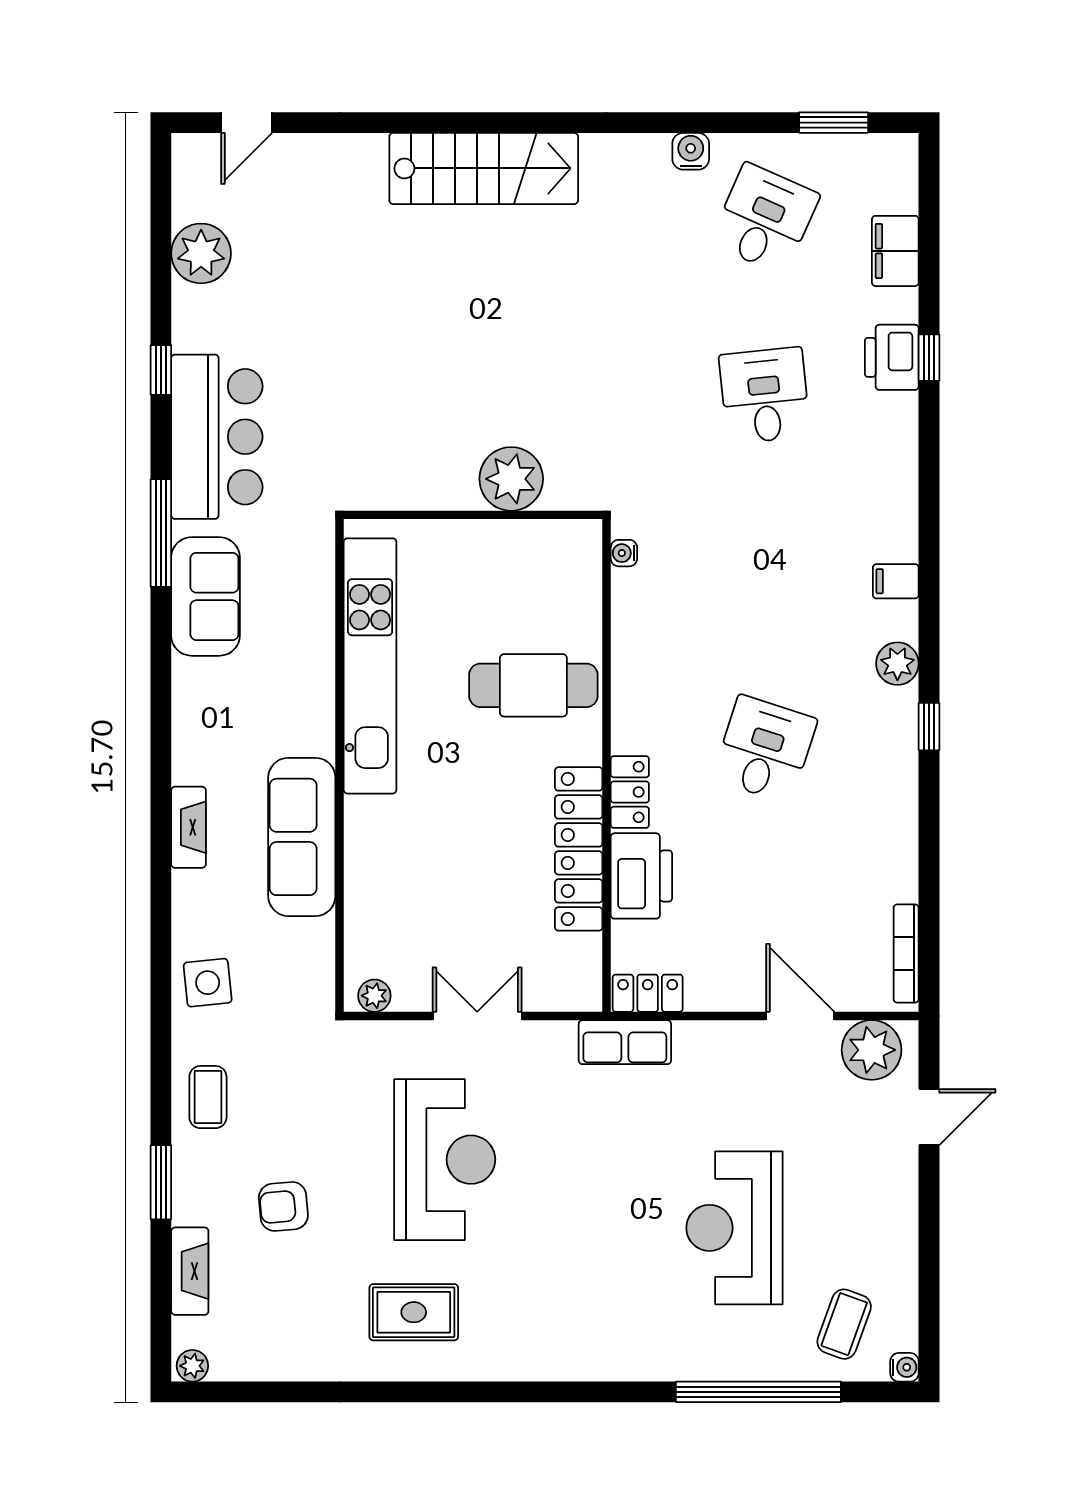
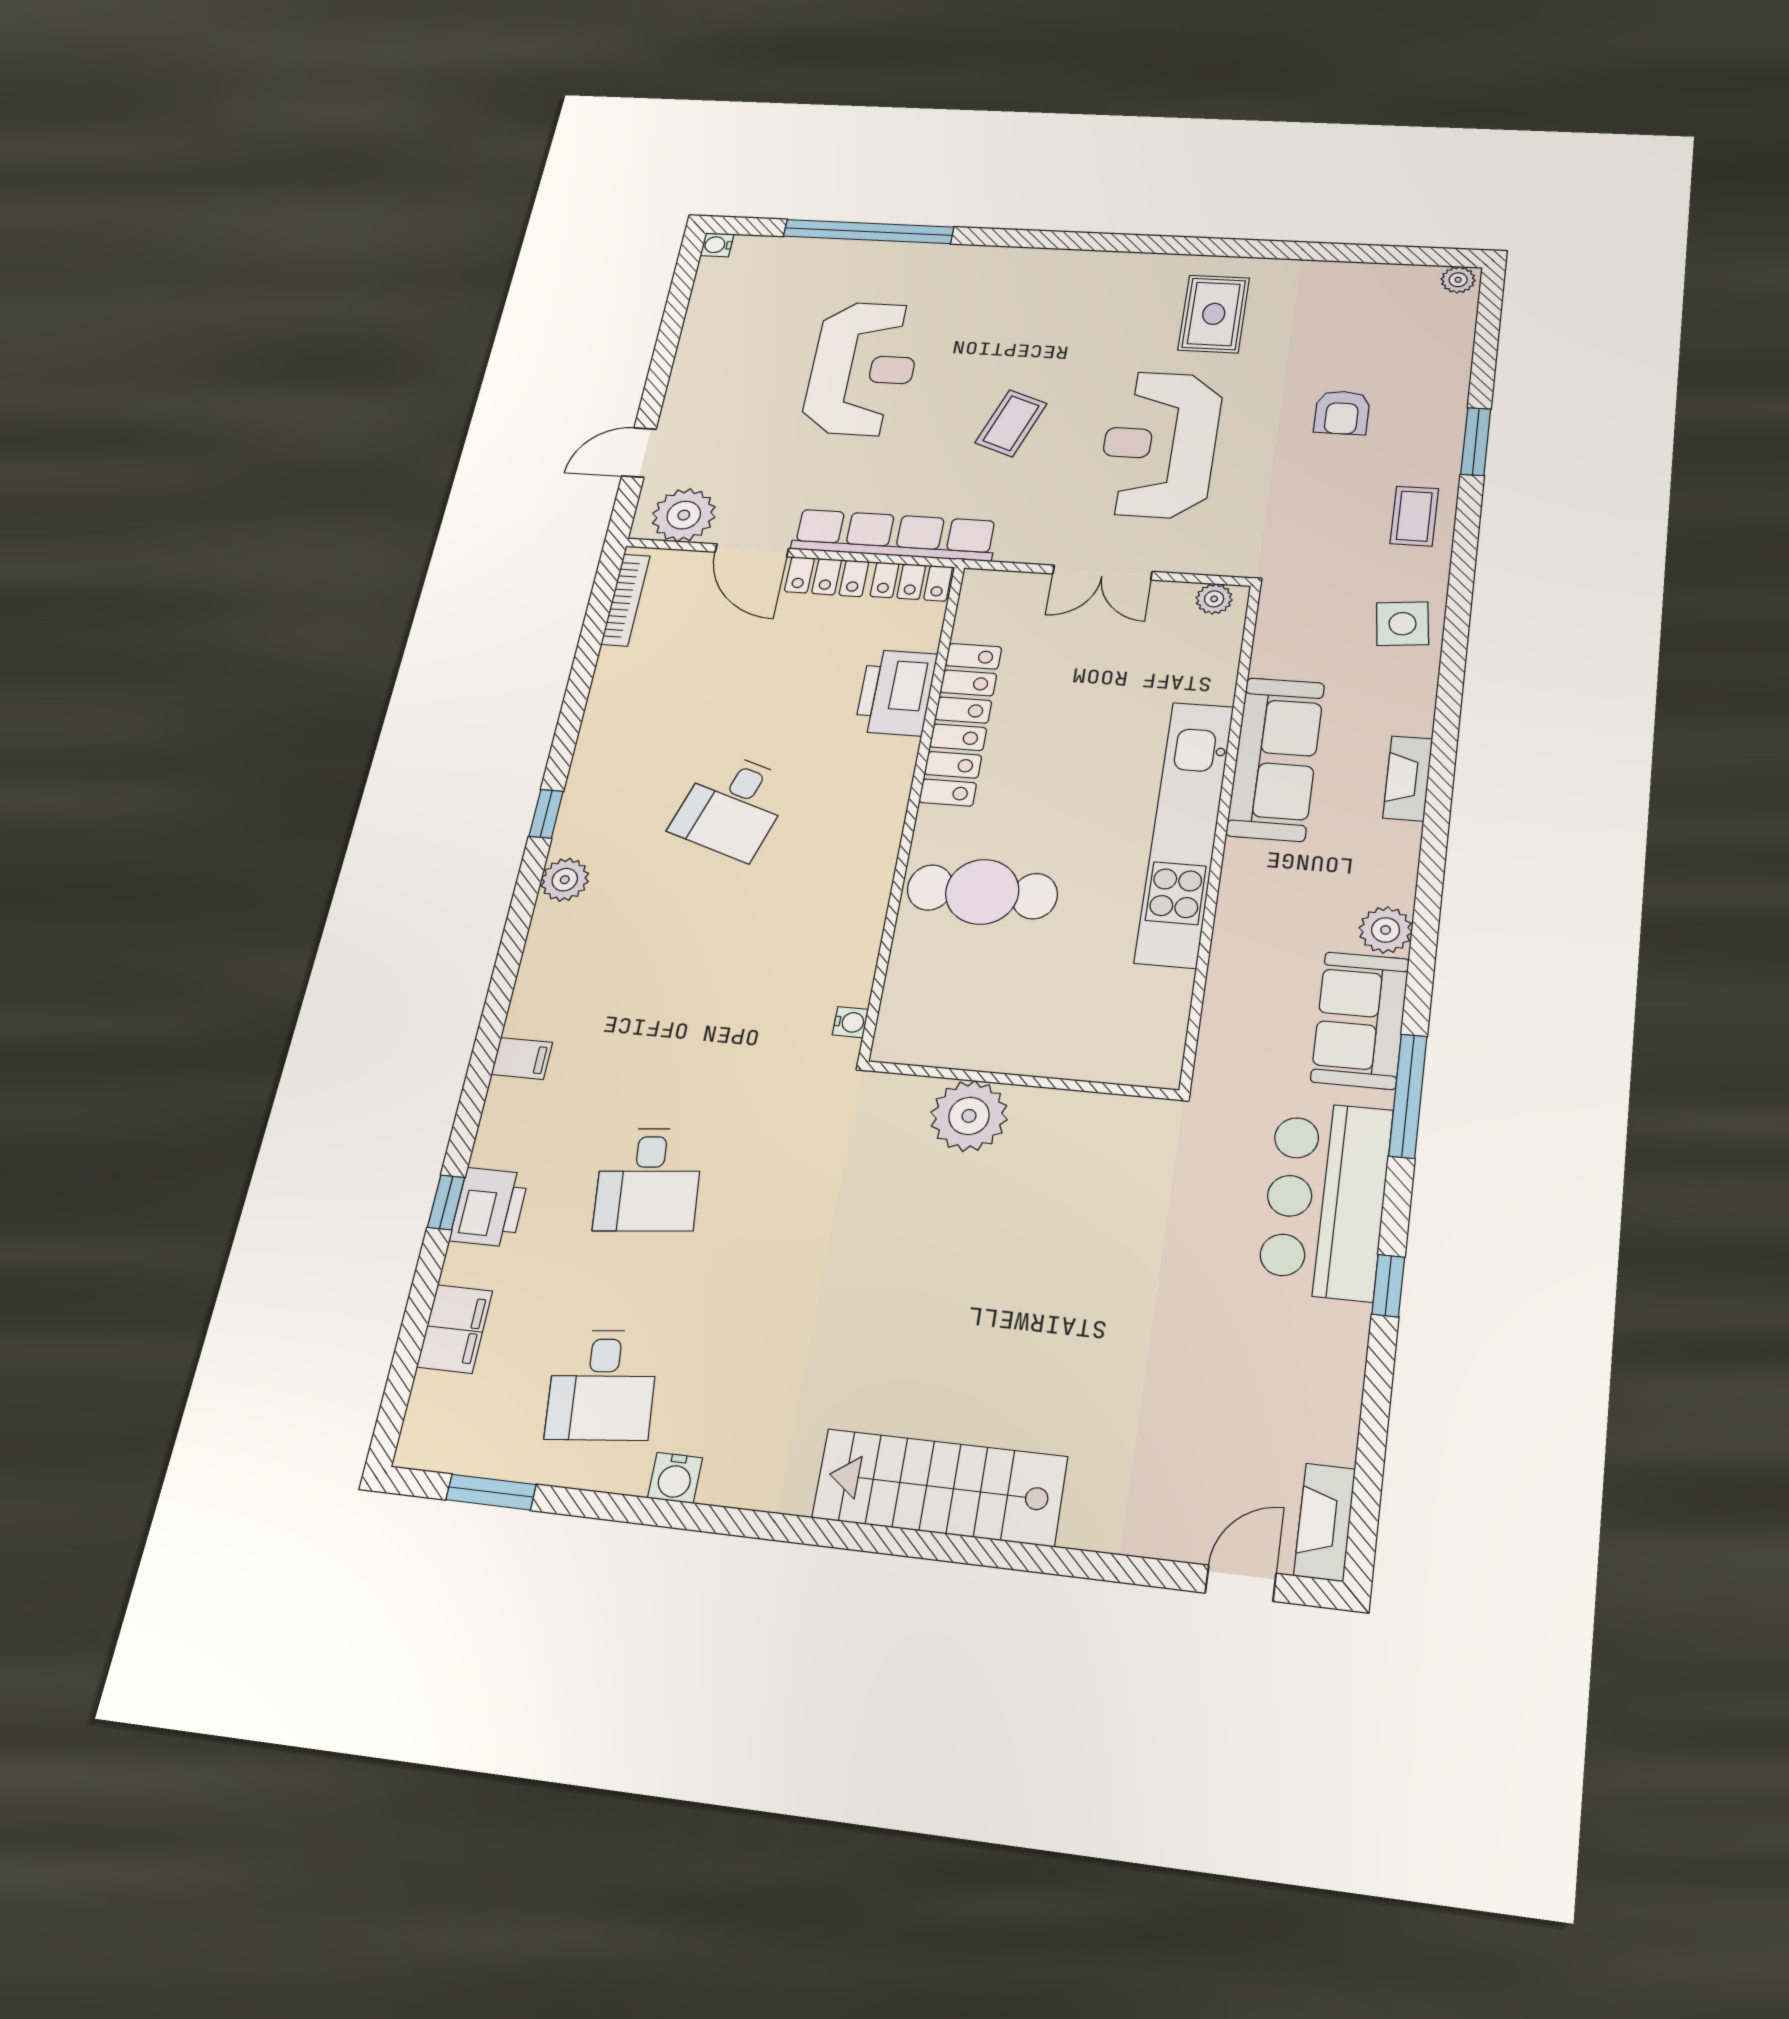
desk: (765, 219) -> (602, 1385), turned -30
plant: (201, 253) -> (1386, 930), moved, width x0.73, depth x0.73
filing cabinet: (896, 581) -> (522, 1058), moved
kitchen unit: (370, 666) -> (1185, 833), moved
locker: (630, 792) -> (827, 577), moved, turned -90
row of seats: (625, 1042) -> (894, 535), width x2.02
armchair: (283, 1206) -> (1342, 413), turned 95
fireplace: (190, 1271) -> (1325, 1522), moved
rug: (414, 1312) -> (1214, 314), turned 90
coffee table: (844, 1324) -> (1011, 423), moved

